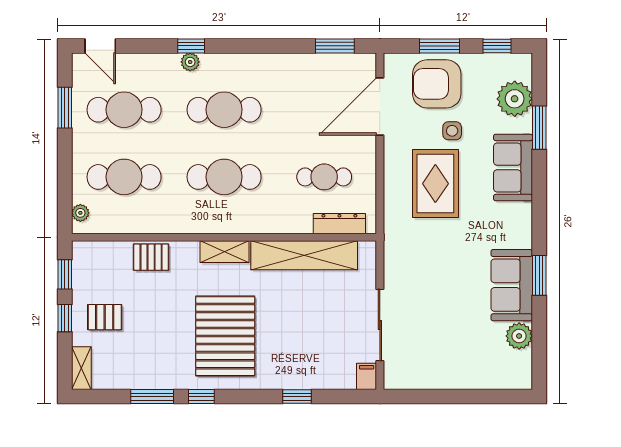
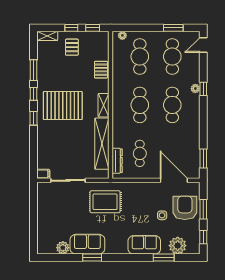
rug: (435, 184) -> (105, 202), moved
window: (297, 397) -> (33, 118), moved

